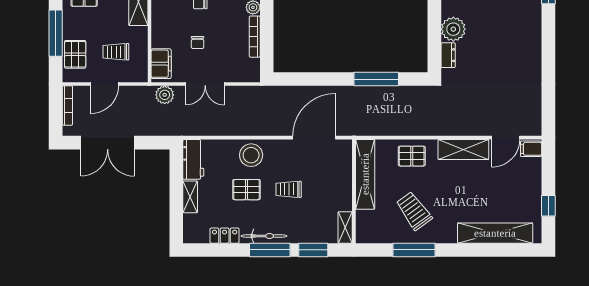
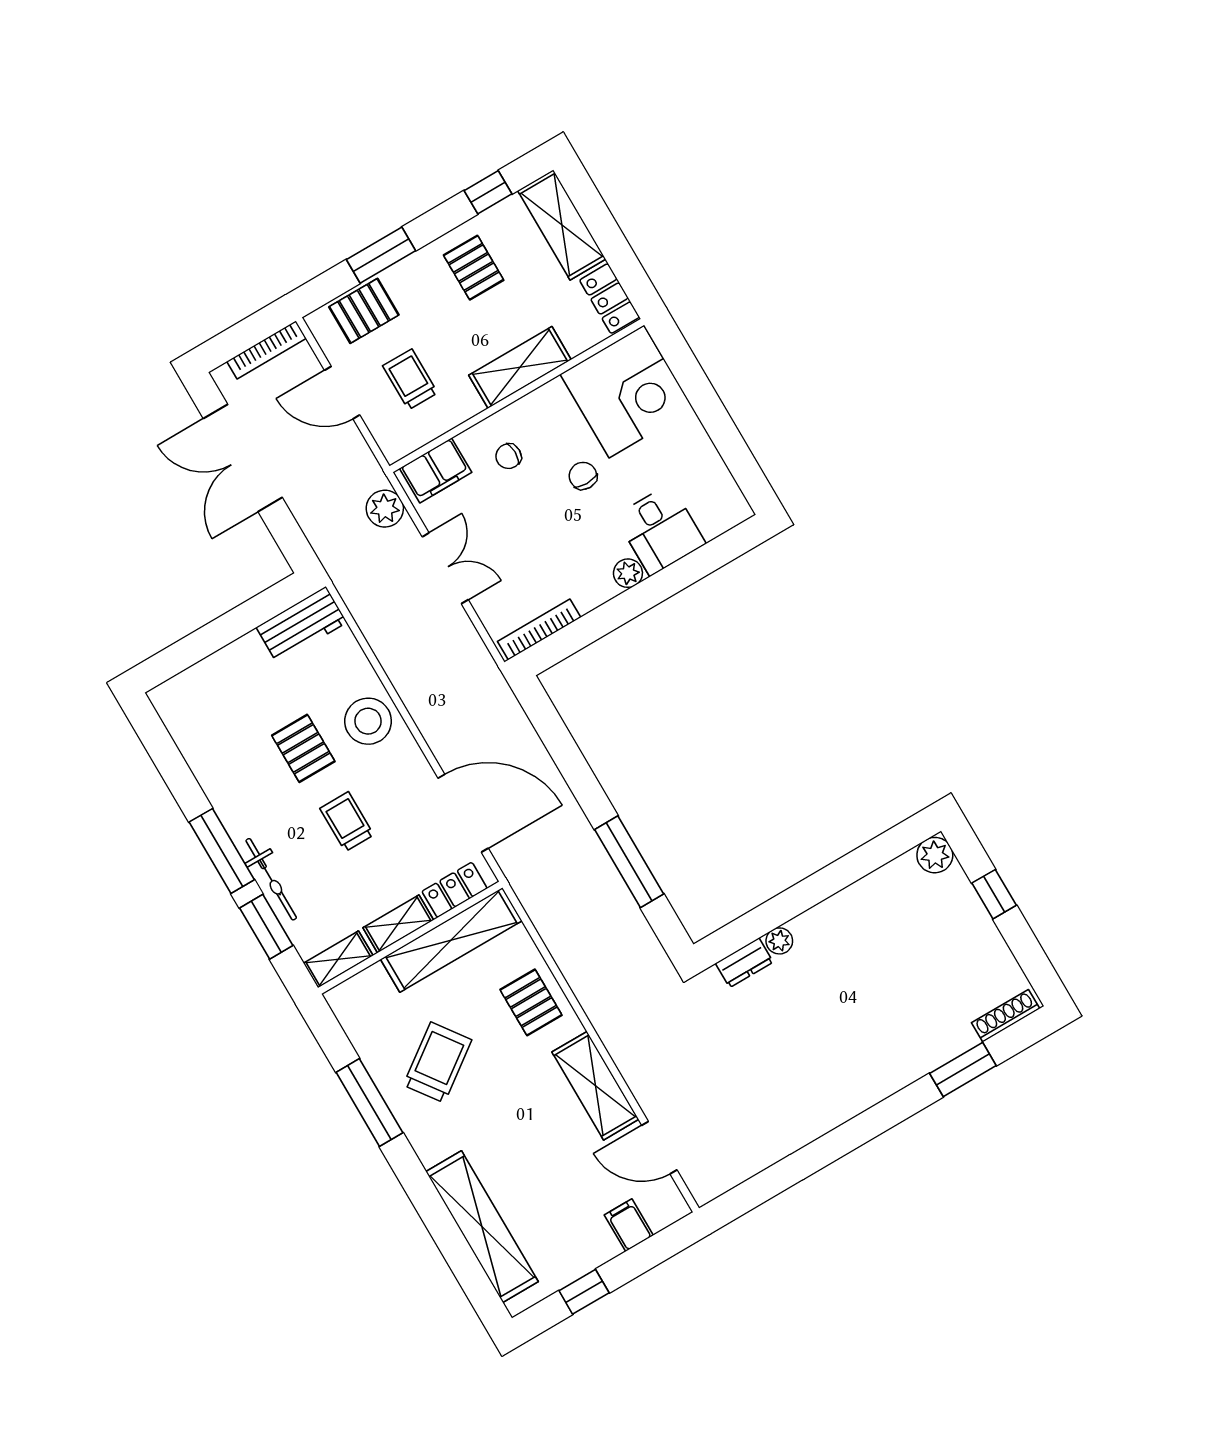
plant: (453, 29) -> (779, 941), width x0.53, depth x0.53
window: (56, 33) -> (381, 255), width x0.69
bookcase: (255, 37) -> (539, 629), moved
chair: (198, 42) -> (508, 456), moved
double door: (205, 84) -> (445, 568), swing flipped
filing cabinet: (531, 149) -> (629, 1225), moved
shelving: (190, 197) -> (398, 924), moved
locker: (225, 236) -> (455, 890), moved, turned -90
bicycle: (264, 236) -> (271, 879), moved

